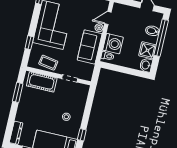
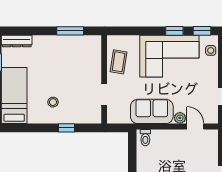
window: (29, 43) -> (174, 31), moved
washing machine: (113, 44) -> (163, 141), removed
cot: (42, 82) -> (91, 59), removed
window: (82, 135) -> (67, 128), moved

